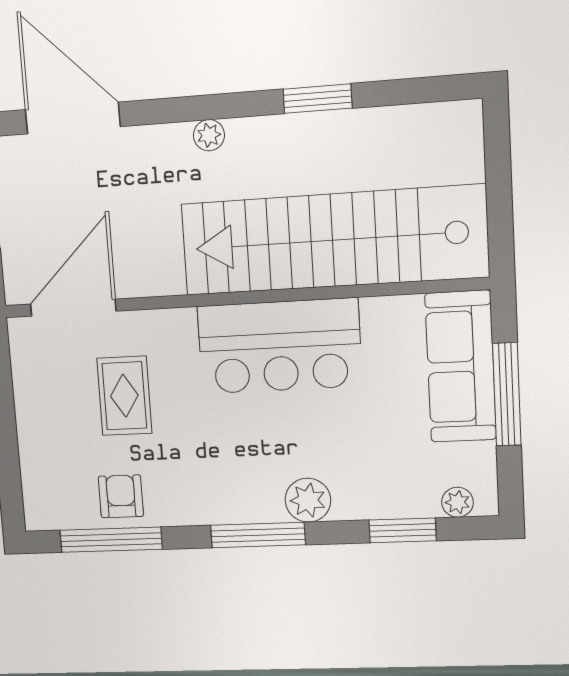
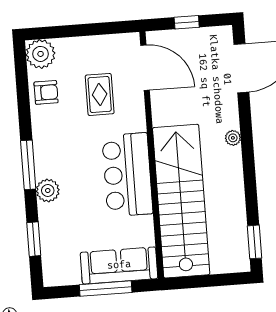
window: (318, 99) -> (254, 242), moved
rug: (124, 396) -> (100, 94), turned 90
plant: (457, 502) -> (41, 54), moved, width x1.87, depth x1.87
window: (111, 540) -> (22, 87), removed

